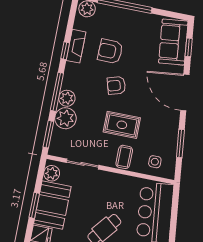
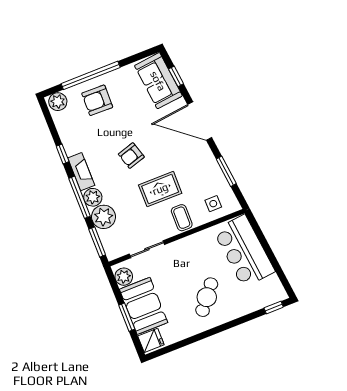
fireplace: (76, 46) -> (81, 172), moved
armchair: (110, 51) -> (97, 100), moved

